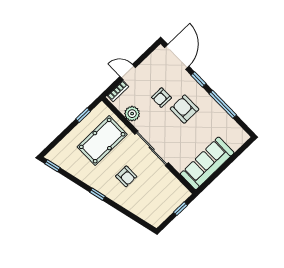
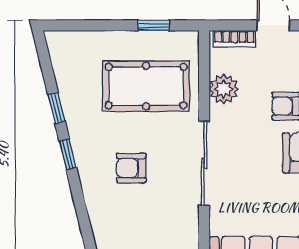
window: (52, 166) -> (57, 108), moved
armchair: (126, 176) -> (131, 168), turned 90

